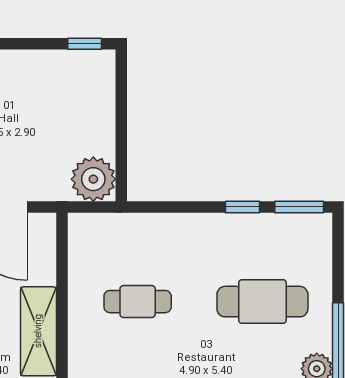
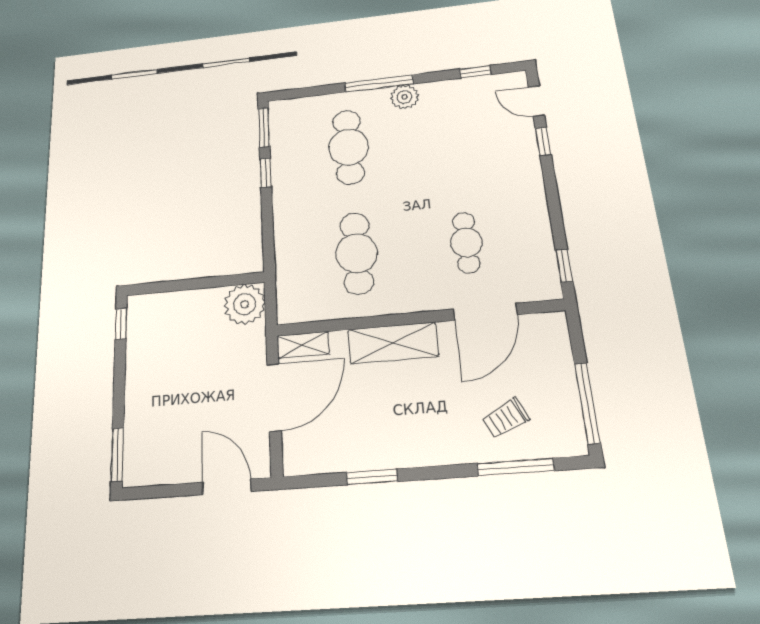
shelving: (44, 239) -> (303, 345), added
cafe table: (138, 302) -> (357, 253), width x1.37, depth x1.35

